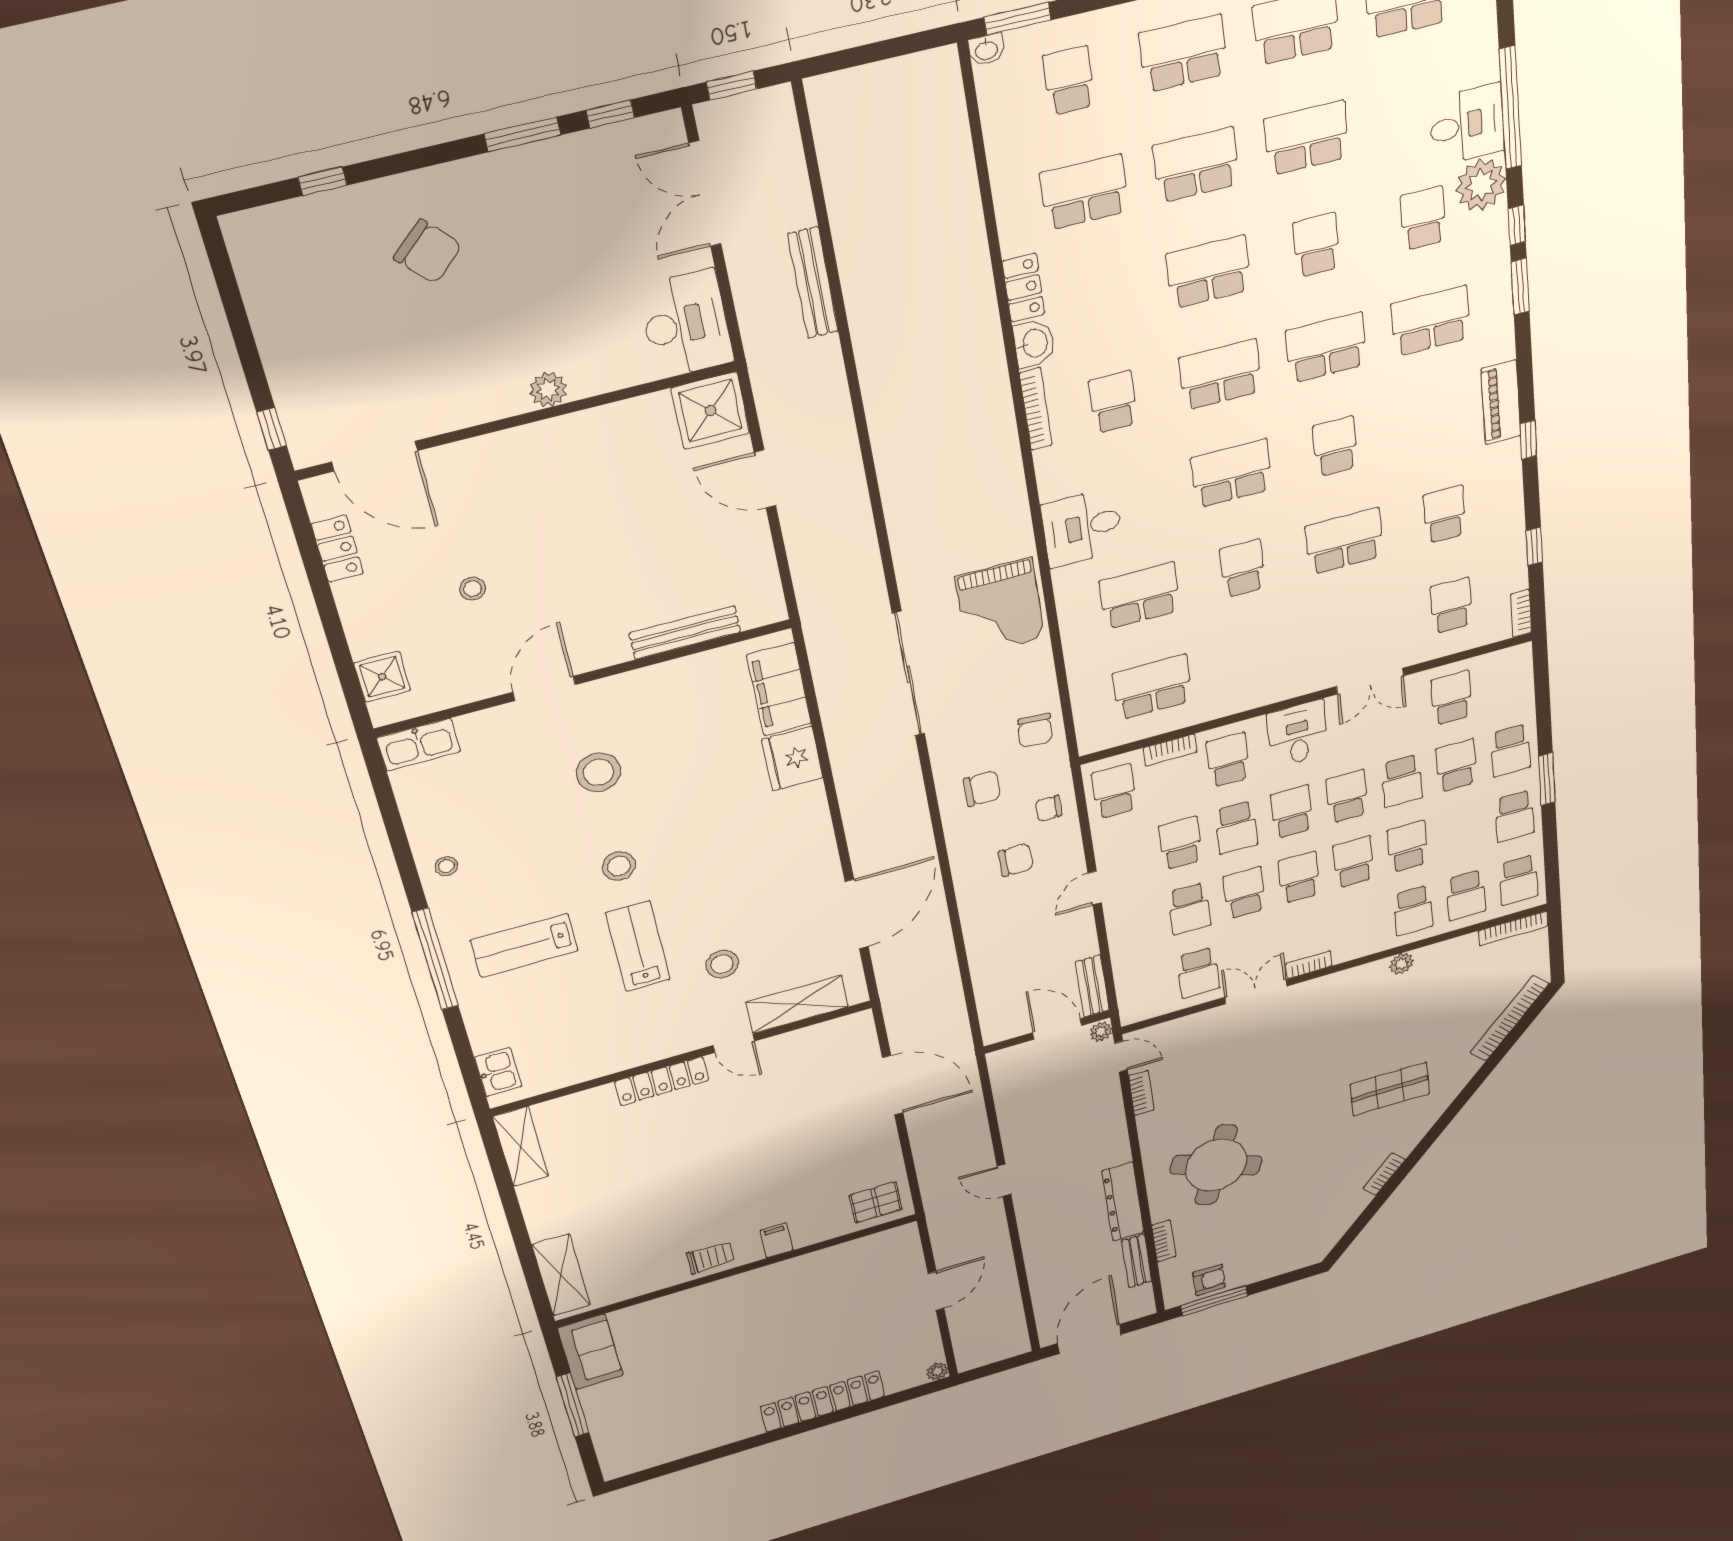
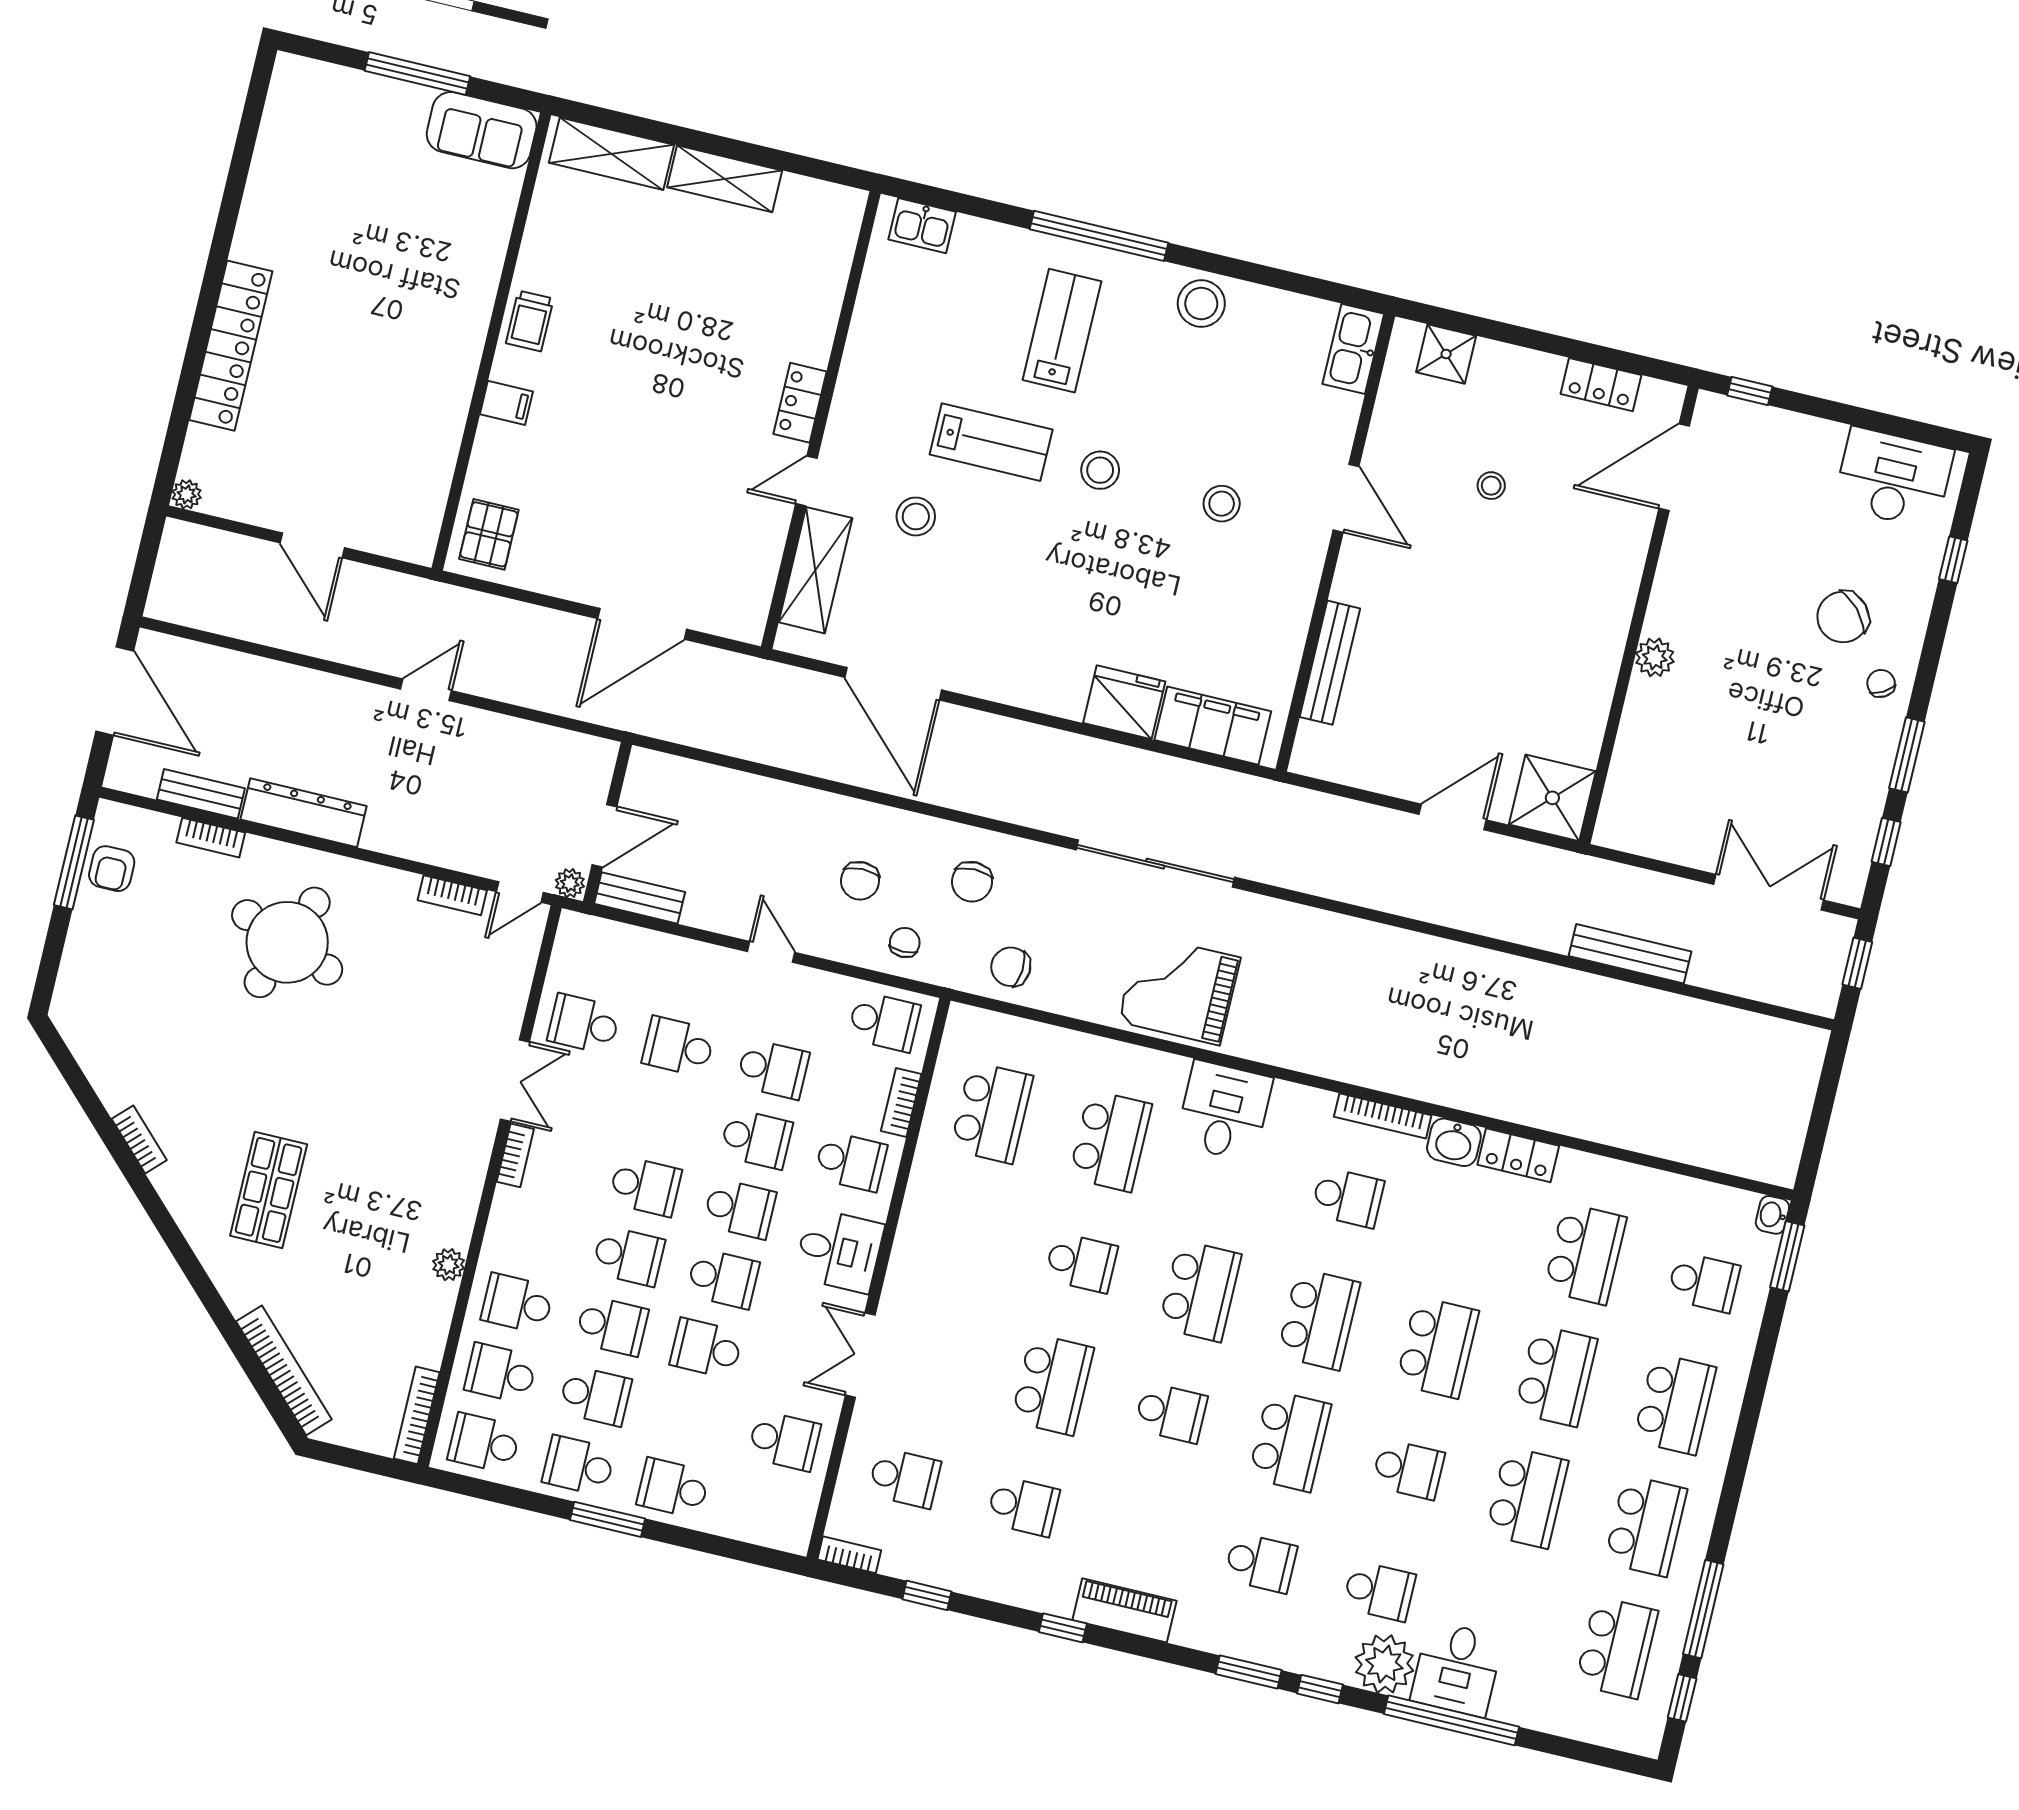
chair: (470, 189) -> (1881, 683), added
school desk: (1431, 321) -> (1261, 1563), width x0.54
desk: (686, 324) -> (1894, 478), moved, turned 180
school desk: (1456, 766) -> (595, 1396), moved
stool: (598, 772) -> (1222, 504), width x0.73, depth x0.73
school desk: (1236, 827) -> (756, 1139), turned 180
stool: (446, 866) -> (1201, 303), width x1.89, depth x1.89
school desk: (1244, 893) -> (662, 1116), removed
locker: (662, 1081) -> (800, 403), width x0.66
shelving: (521, 1146) -> (725, 179), moved

